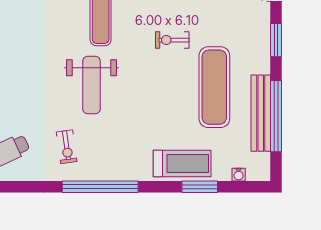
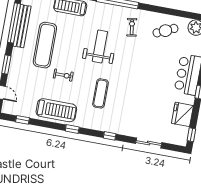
weight bench: (91, 85) -> (100, 46), moved

